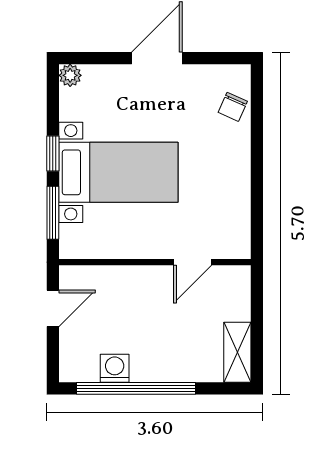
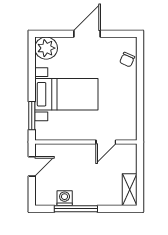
plant: (70, 75) -> (46, 48), width x1.87, depth x1.87
window: (53, 154) -> (32, 84), removed
window: (136, 388) -> (76, 209), width x0.68

